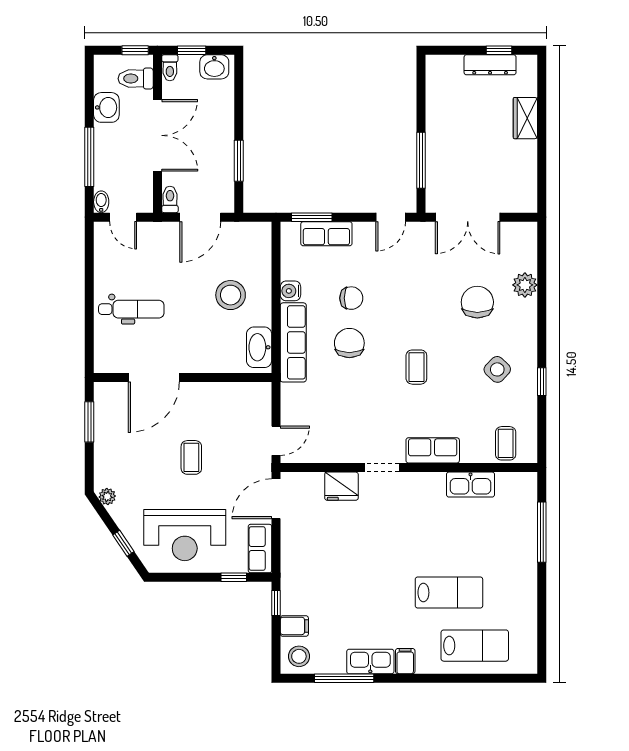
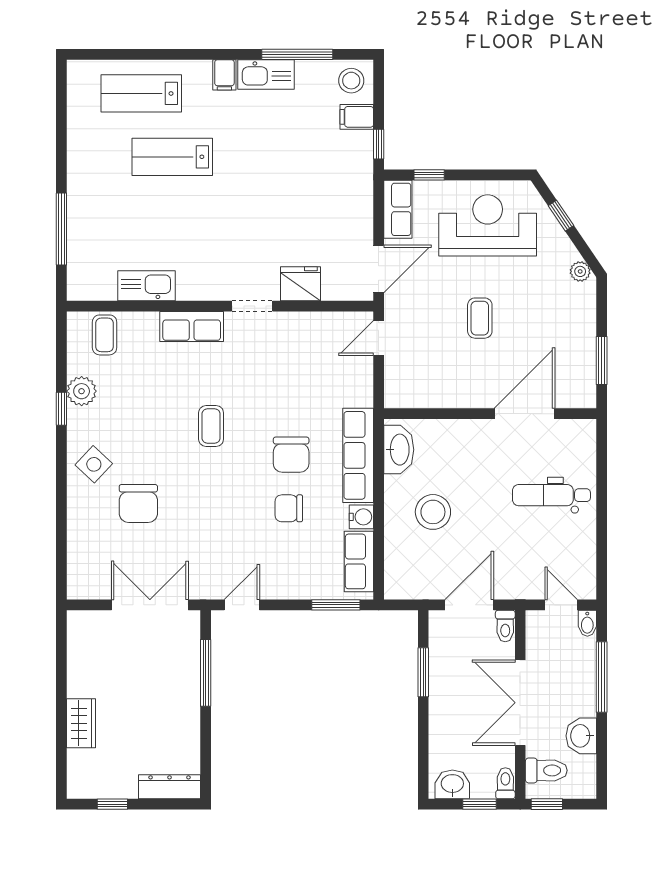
dresser: (490, 65) -> (170, 787), moved
row of seats: (326, 234) -> (359, 561), moved, turned -90
plant: (525, 285) -> (82, 391), moved
side table: (497, 369) -> (94, 464), moved

